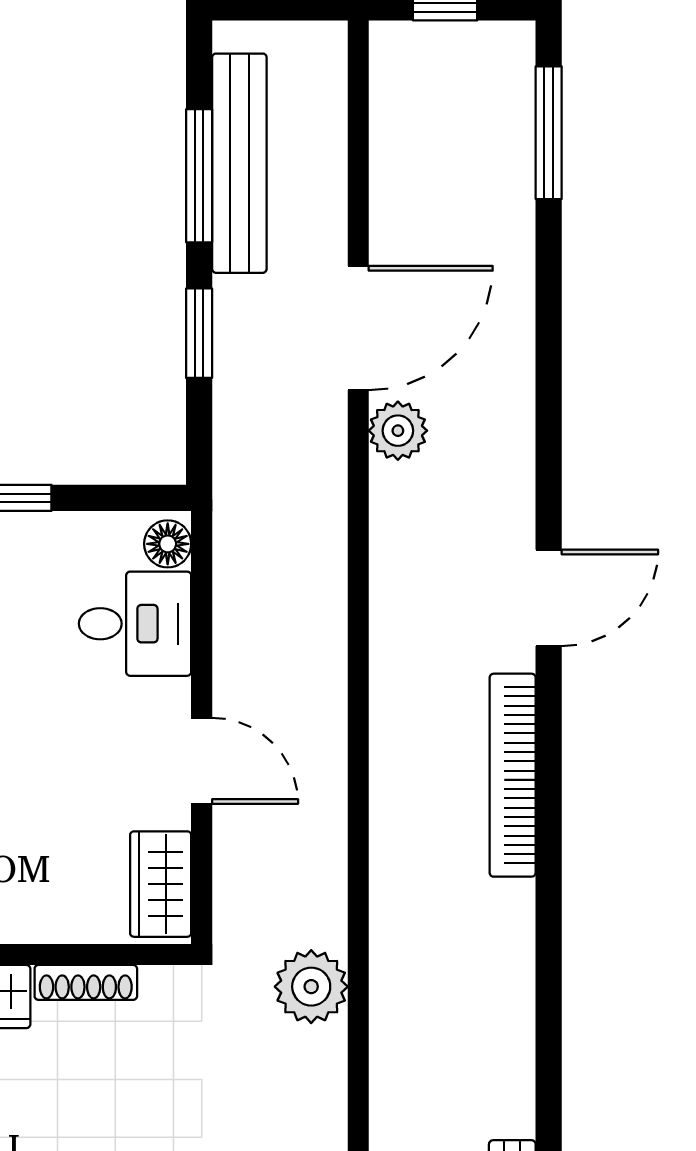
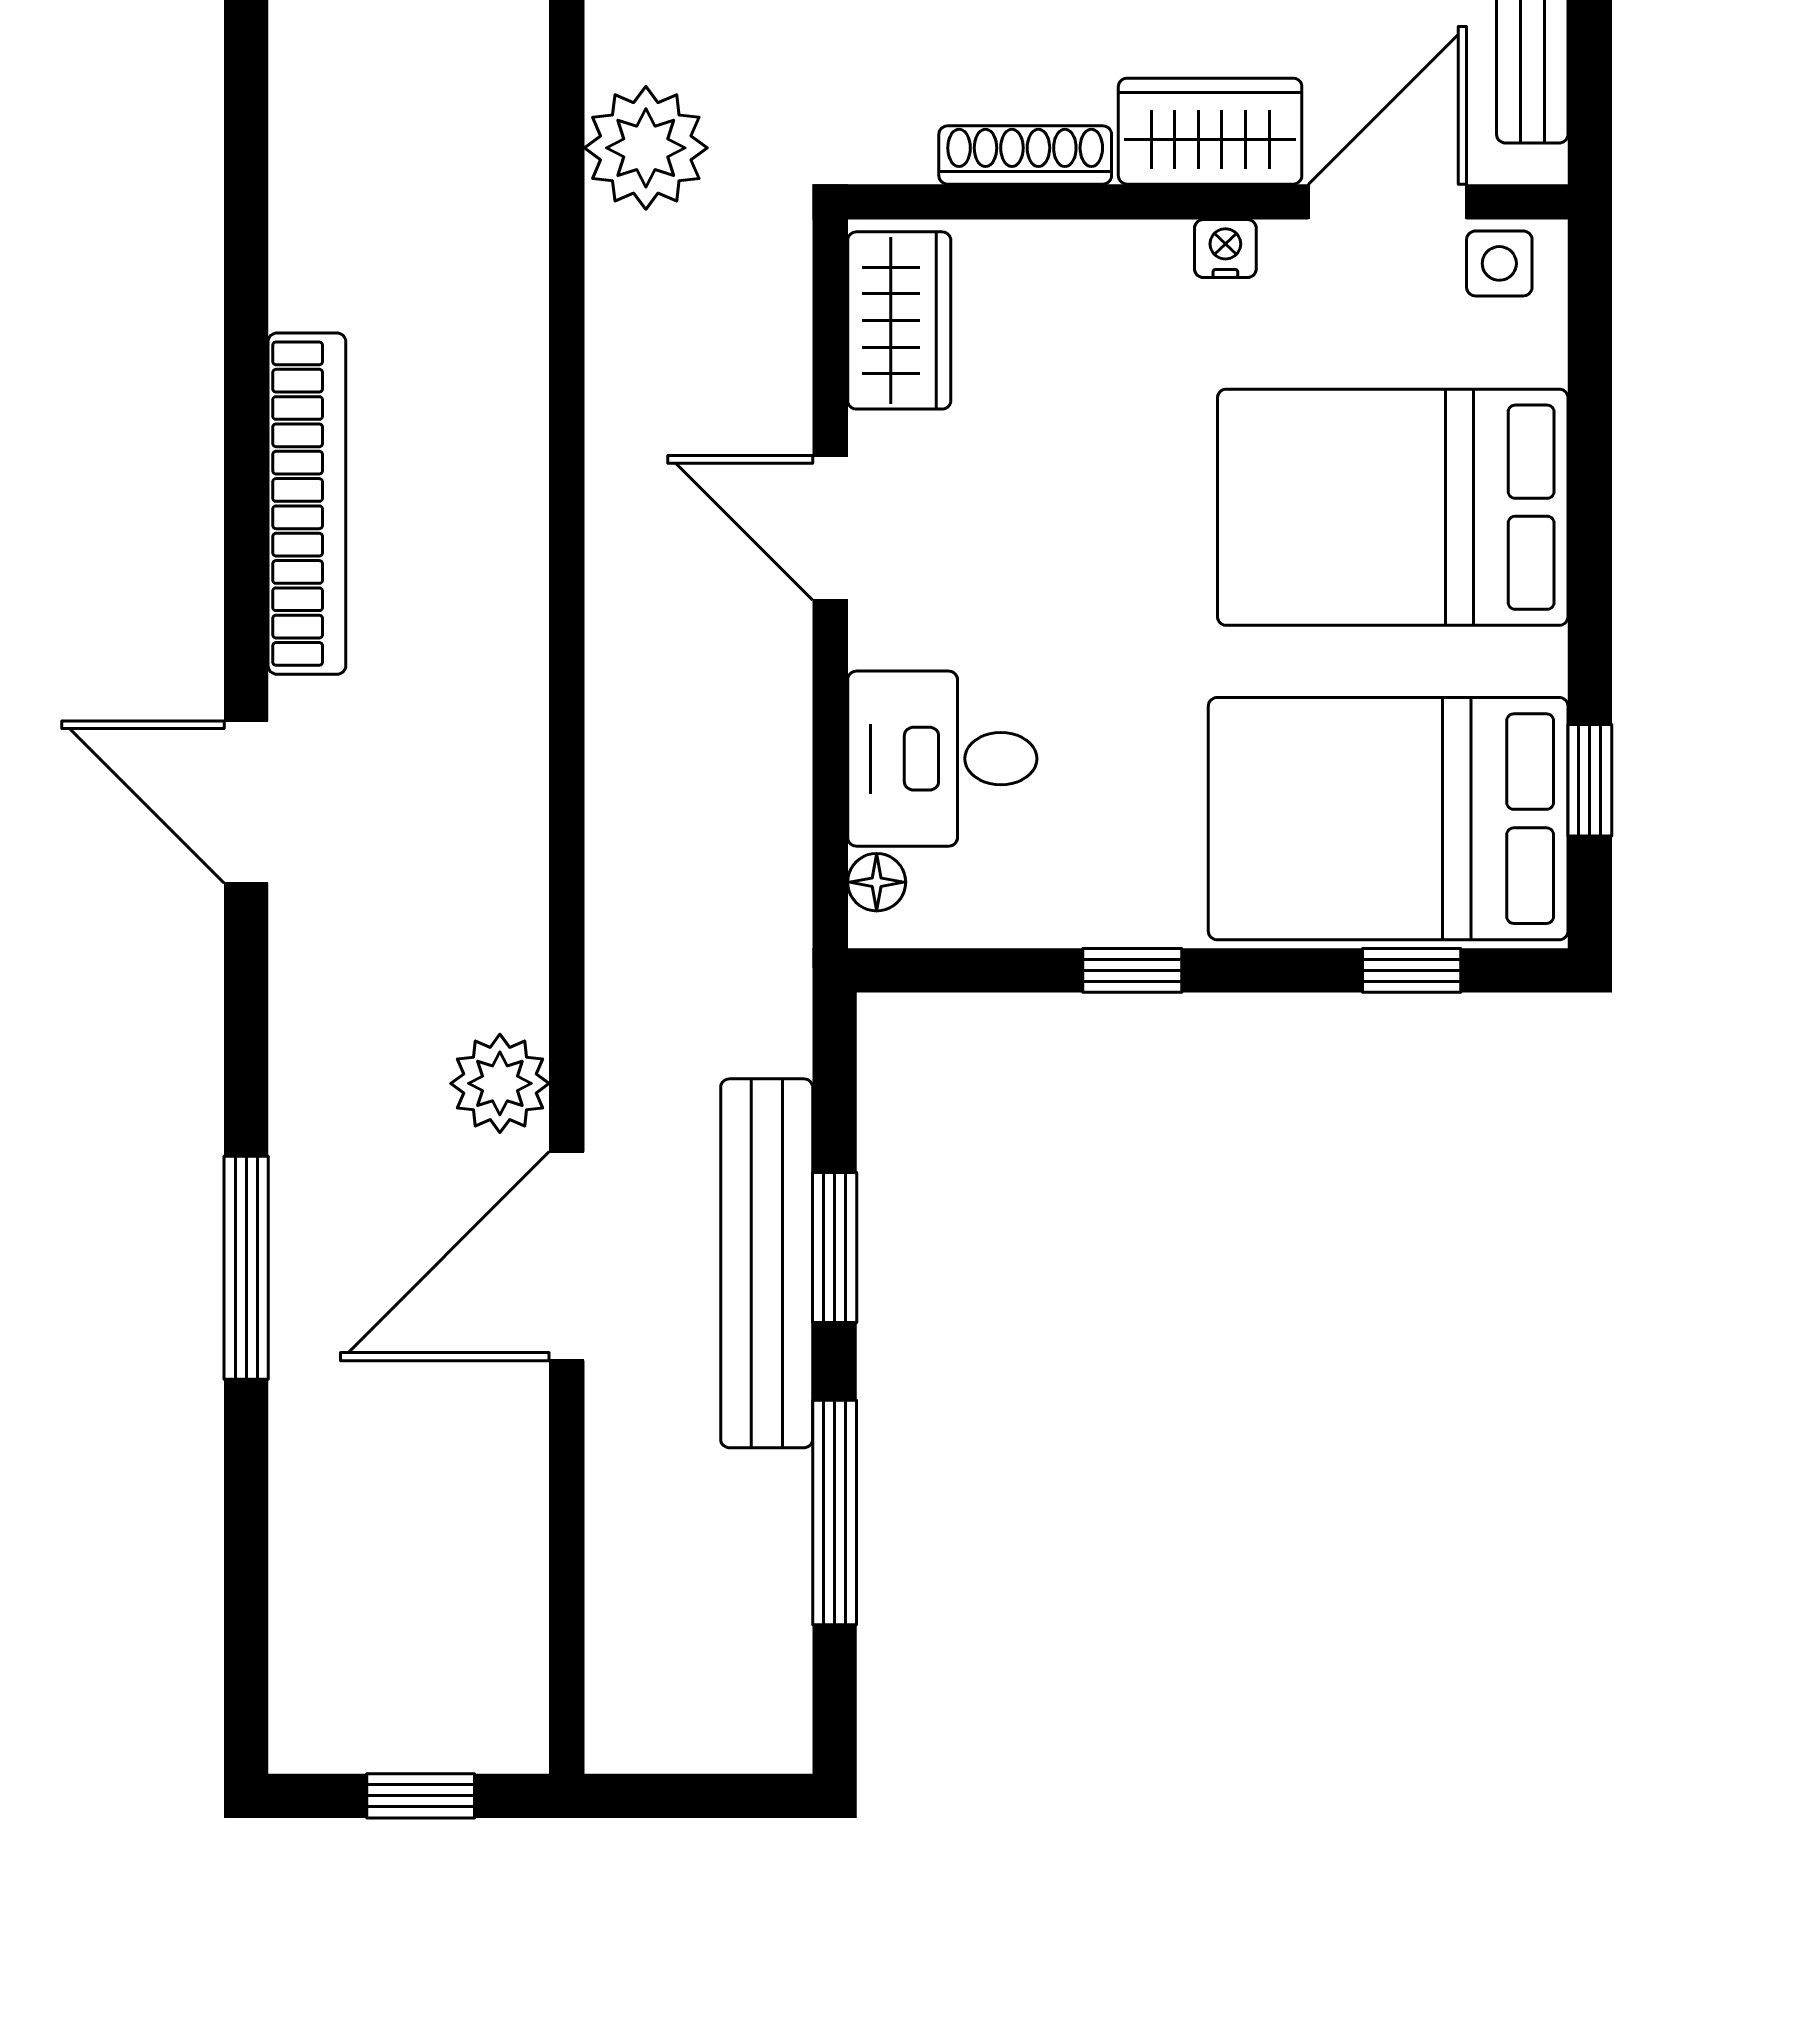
window: (549, 133) -> (246, 1268), moved
bench: (239, 163) -> (767, 1263), moved
floor lamp: (168, 544) -> (877, 882), width x0.73, depth x0.73
door: (549, 598) -> (246, 802), hinge flipped

